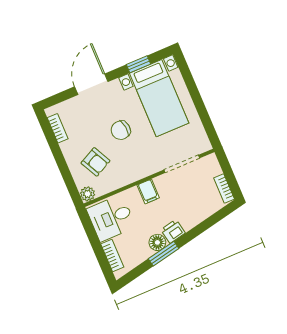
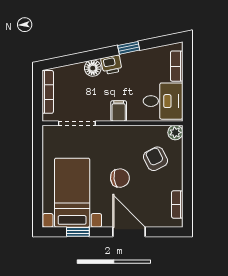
door: (91, 84) -> (129, 232), swing flipped
bookcase: (224, 189) -> (48, 92), width x1.56
floor lamp: (157, 242) -> (93, 68), moved
window: (164, 254) -> (129, 48), width x0.67

